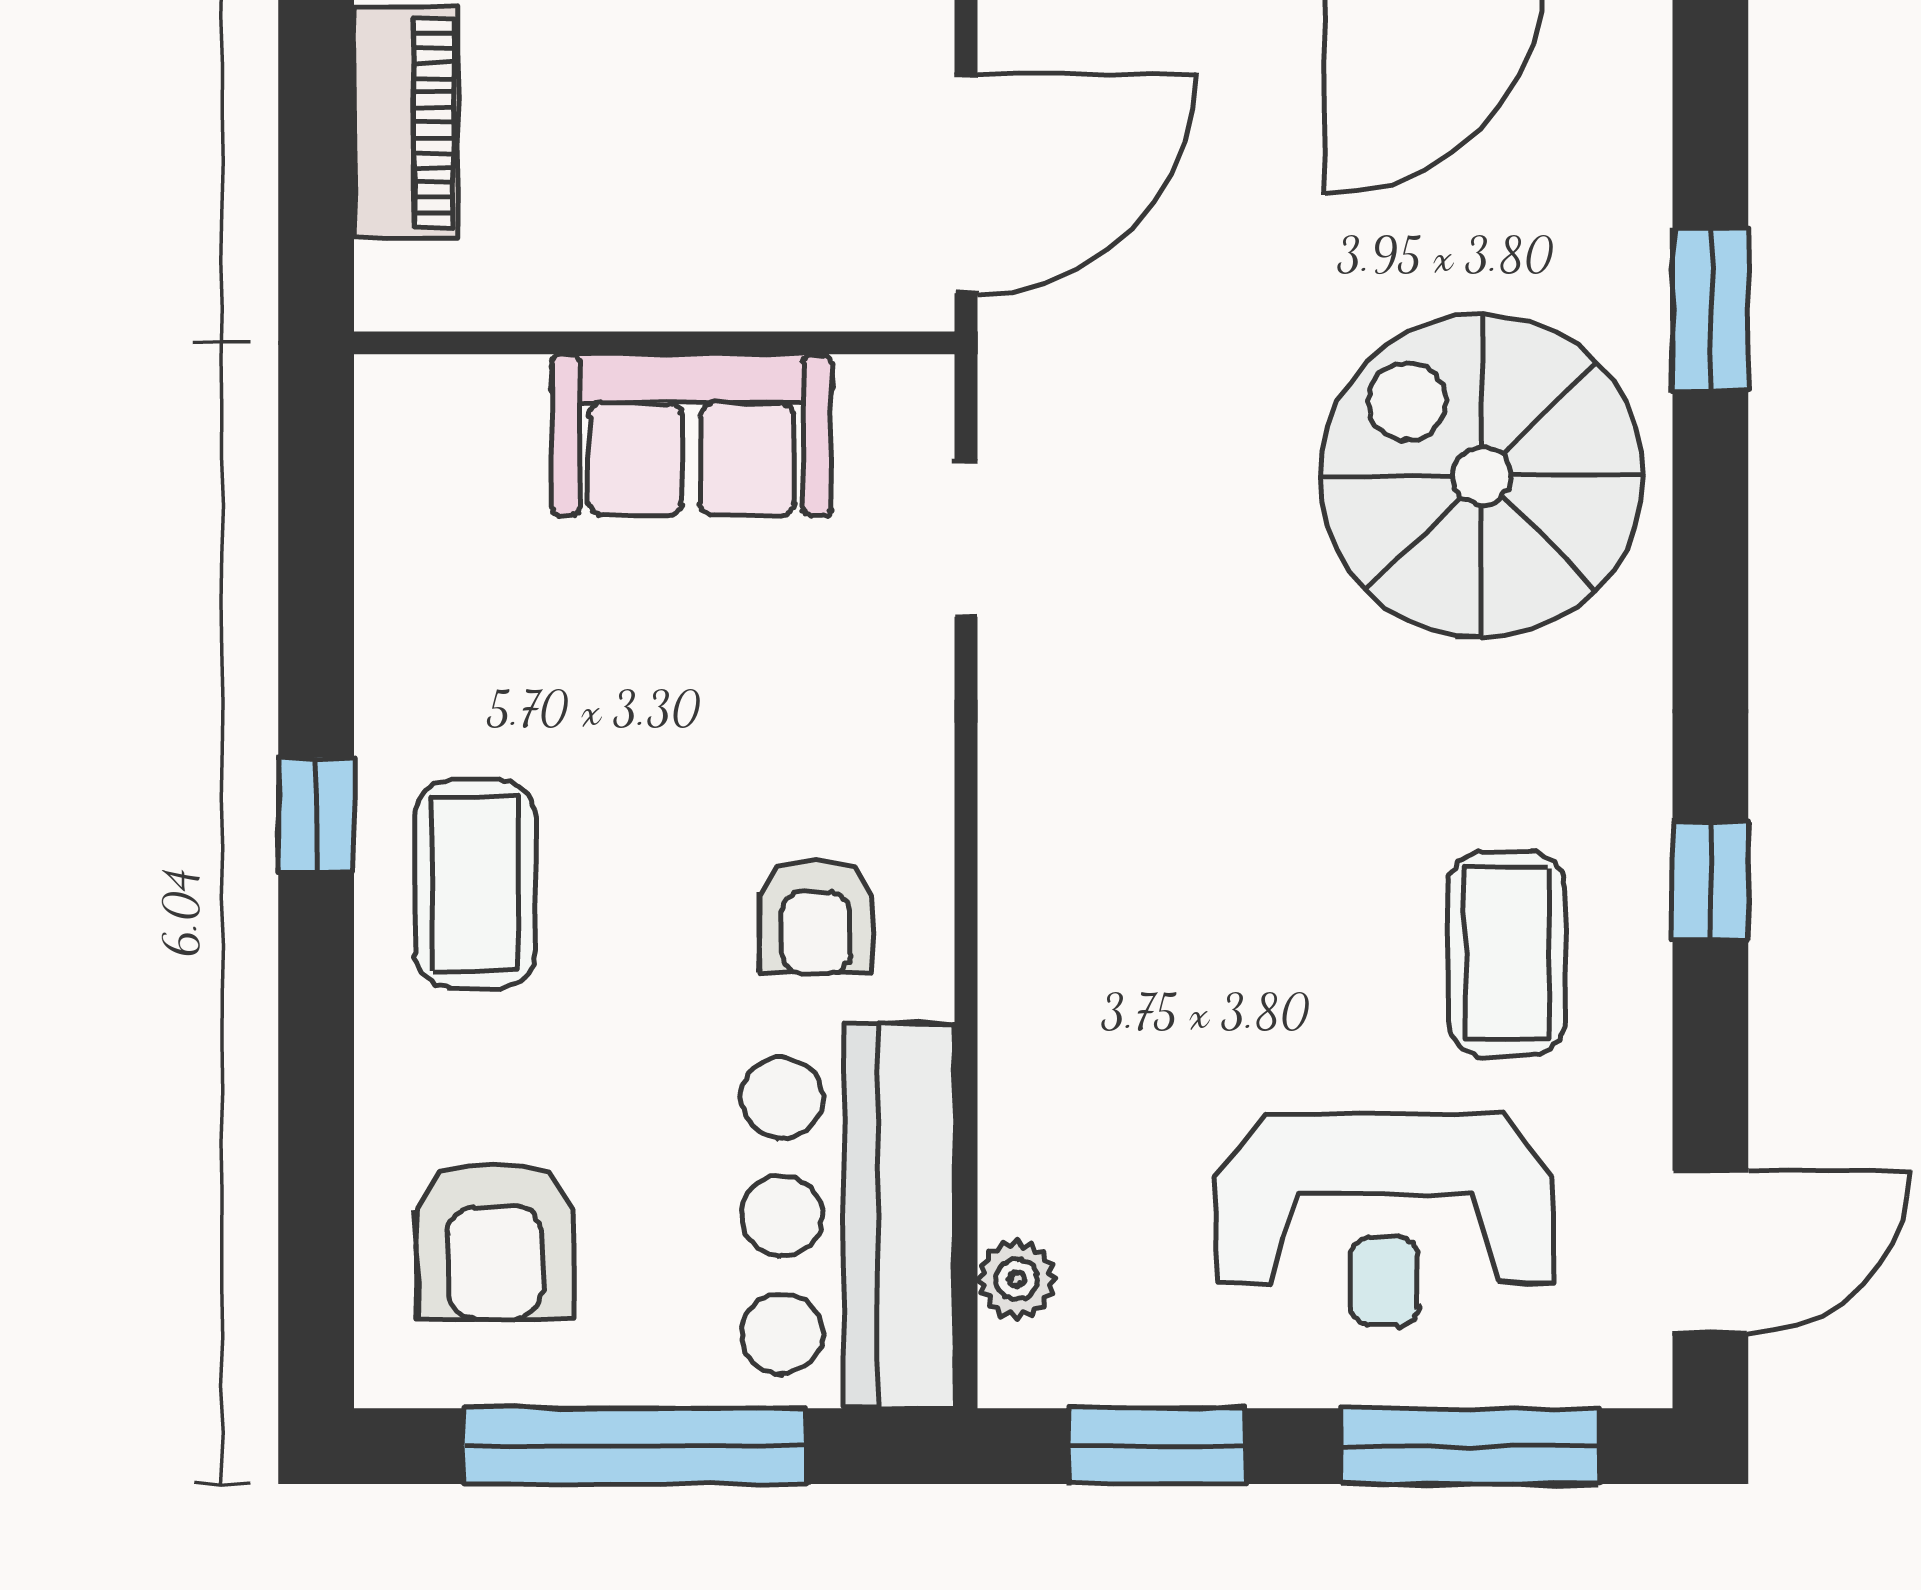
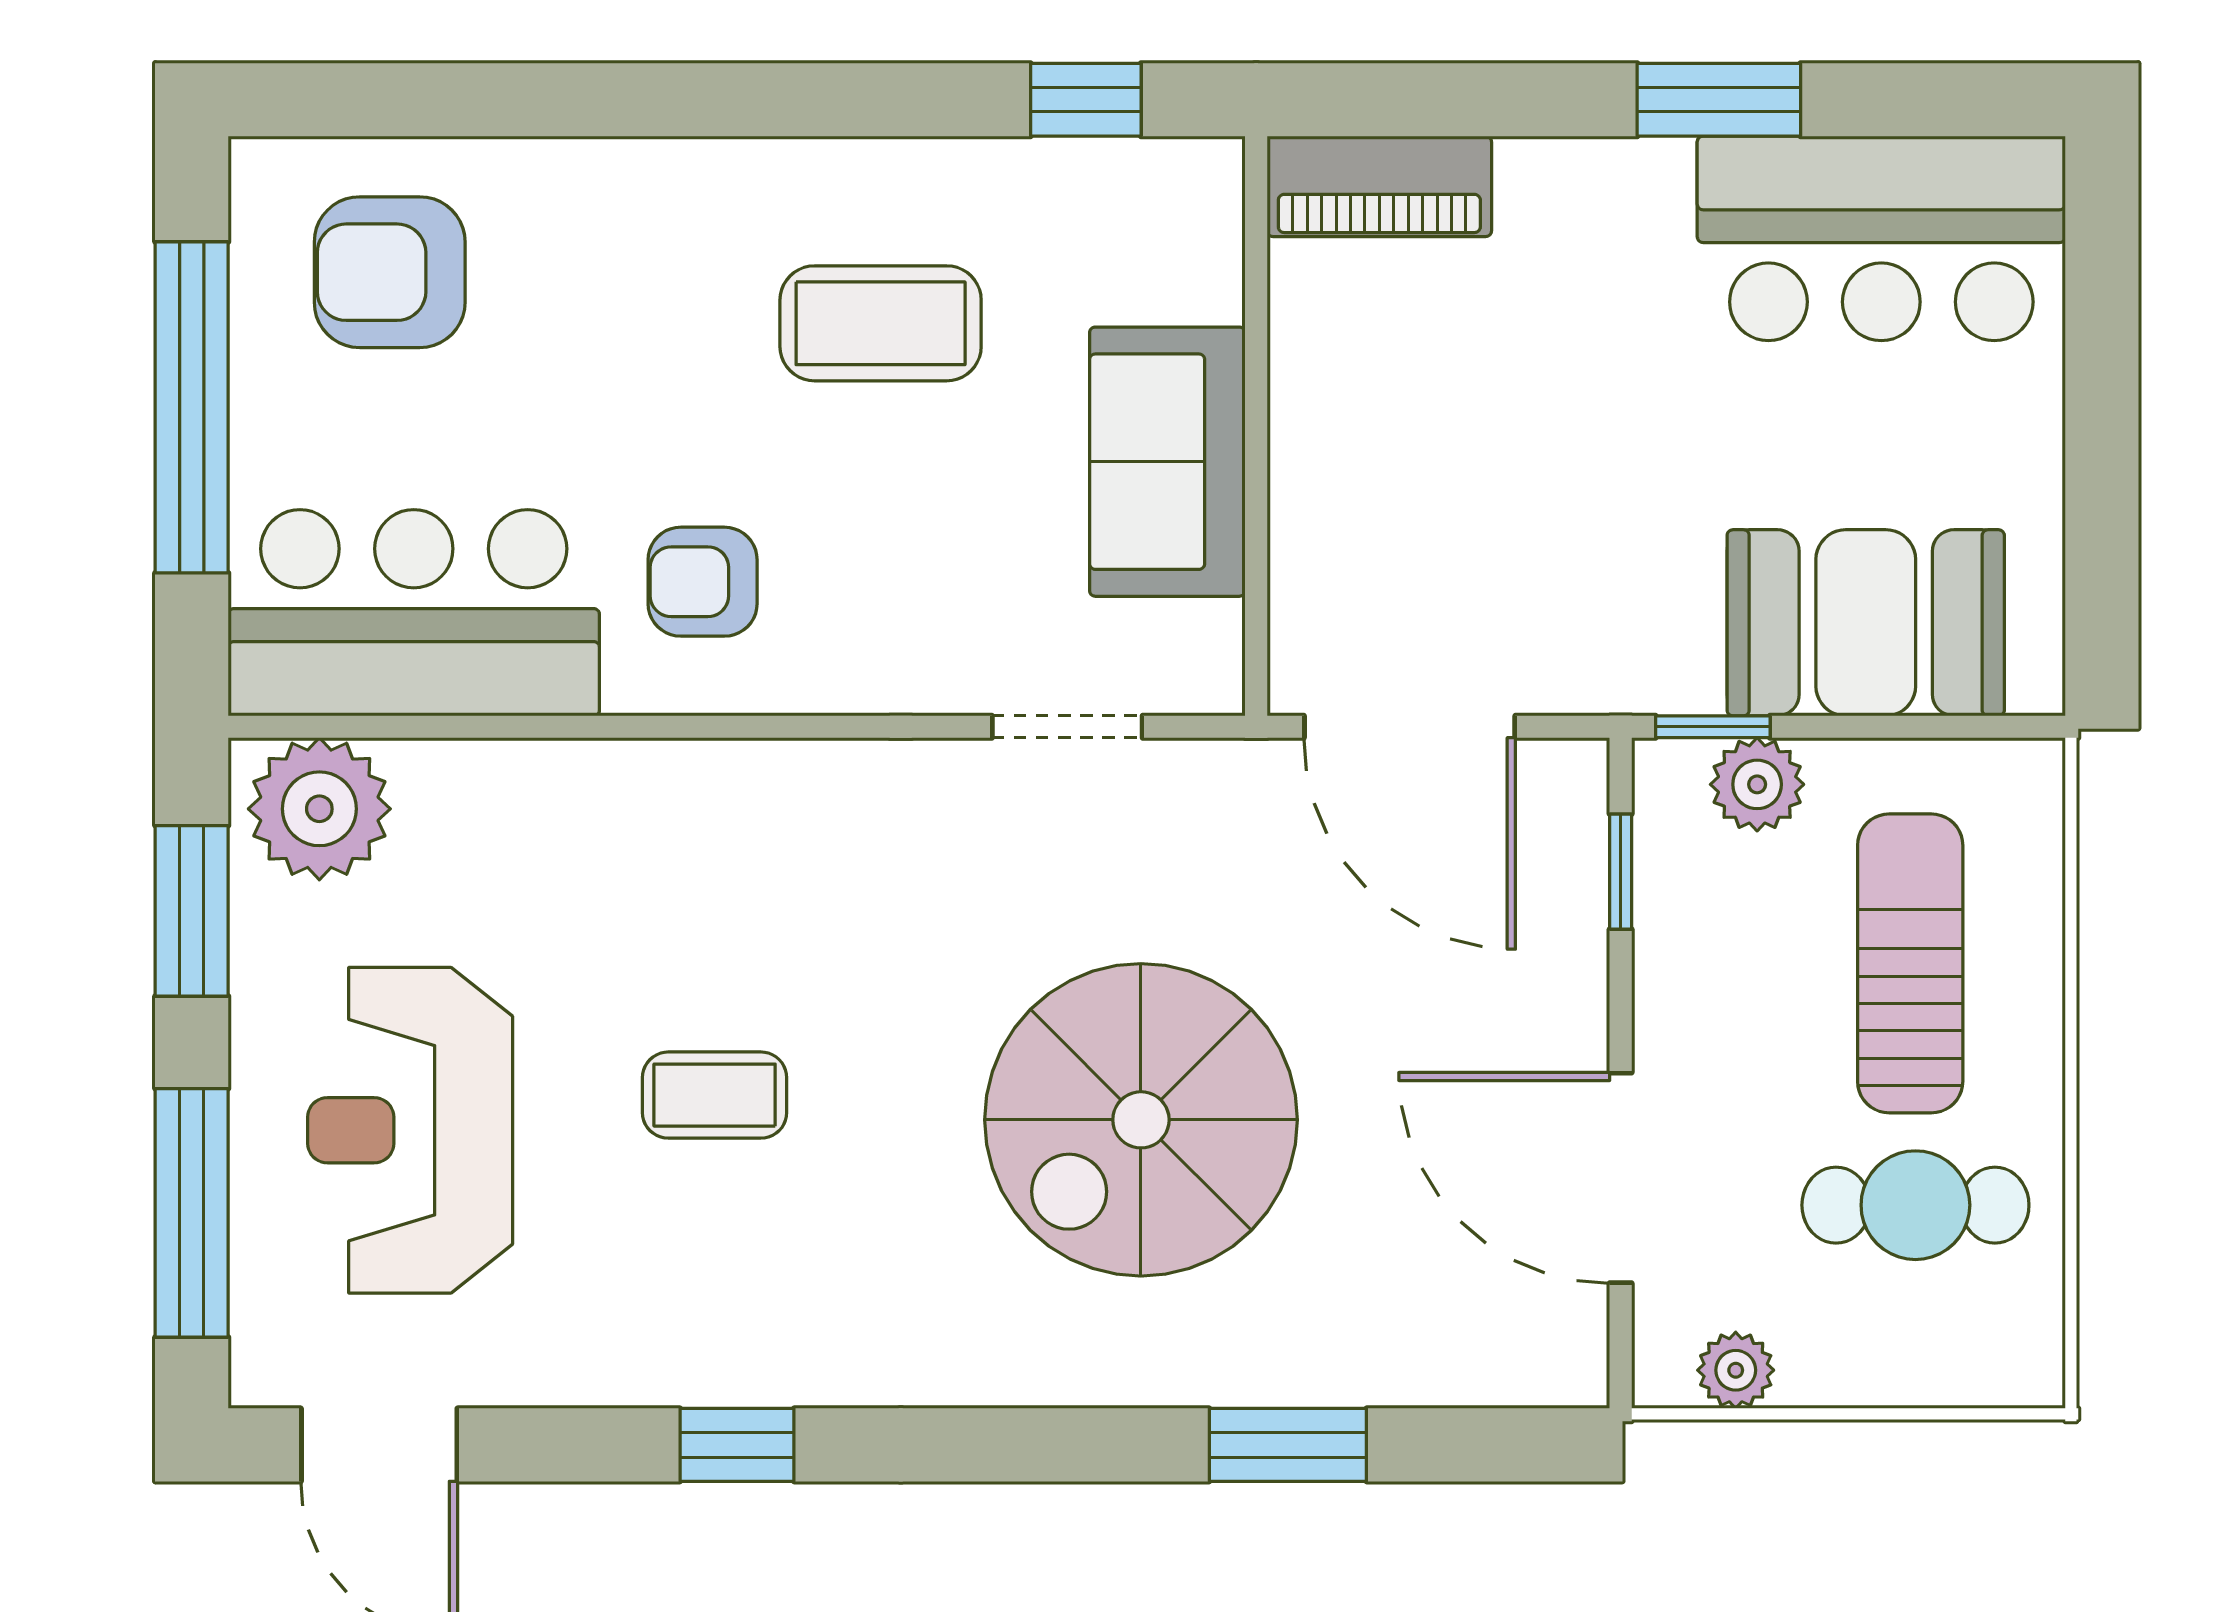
piano: (406, 123) -> (1379, 186), moved
spiral stairs: (1482, 476) -> (1141, 1120), moved, turned 180
window: (316, 815) -> (1086, 100), moved
coffee table: (475, 884) -> (881, 323), moved
coffee table: (1506, 954) -> (715, 1095), moved, width x0.73, depth x0.77
plant: (1017, 1279) -> (319, 809), width x1.88, depth x1.88

